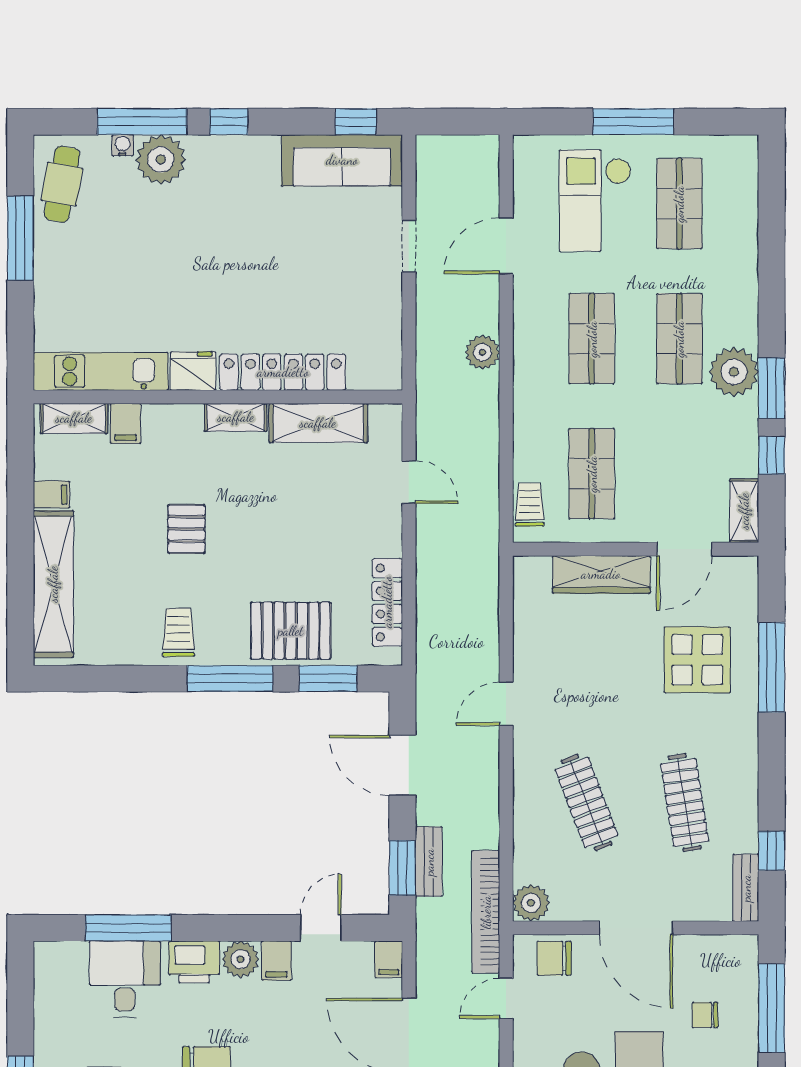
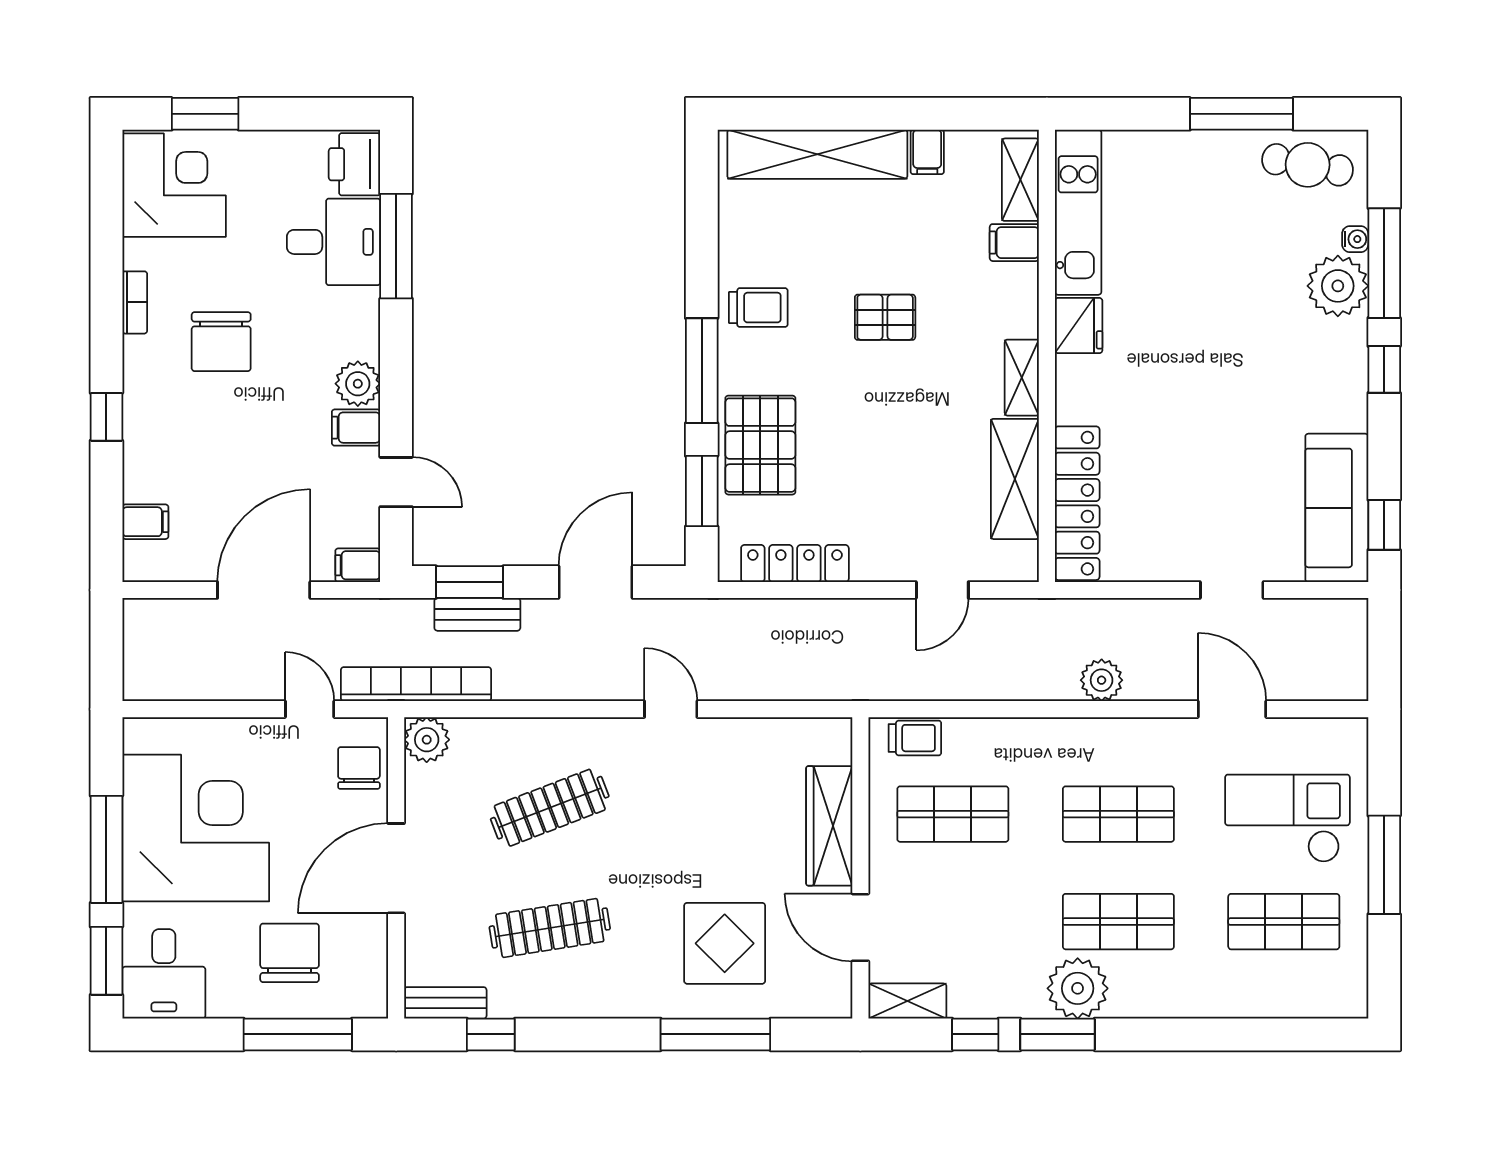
locker: (283, 372) -> (1077, 503), moved
printer: (194, 962) -> (354, 164), moved
chair: (705, 1015) -> (290, 953), width x1.87, depth x1.87

